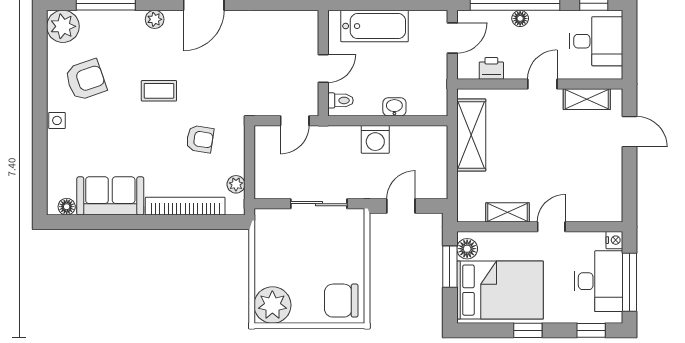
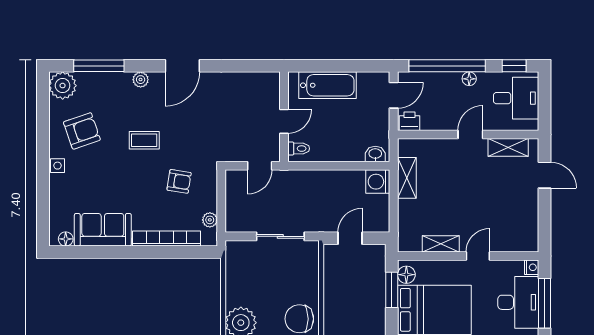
floor lamp: (520, 18) -> (469, 79), moved
printer: (491, 68) -> (410, 121), moved
washbasin: (394, 107) -> (375, 154), moved
shelving: (471, 135) -> (407, 178), width x0.67, depth x0.75
washing machine: (375, 139) -> (378, 182), moved, turned 90

